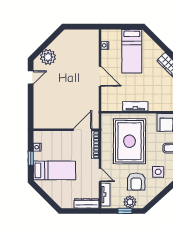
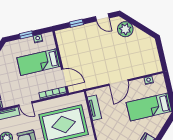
window: (31, 105) -> (76, 23), added
tv unit: (135, 106) -> (94, 108), moved
bed: (54, 170) -> (39, 62), moved, turned 90
door: (100, 175) -> (25, 104), hinge flipped

